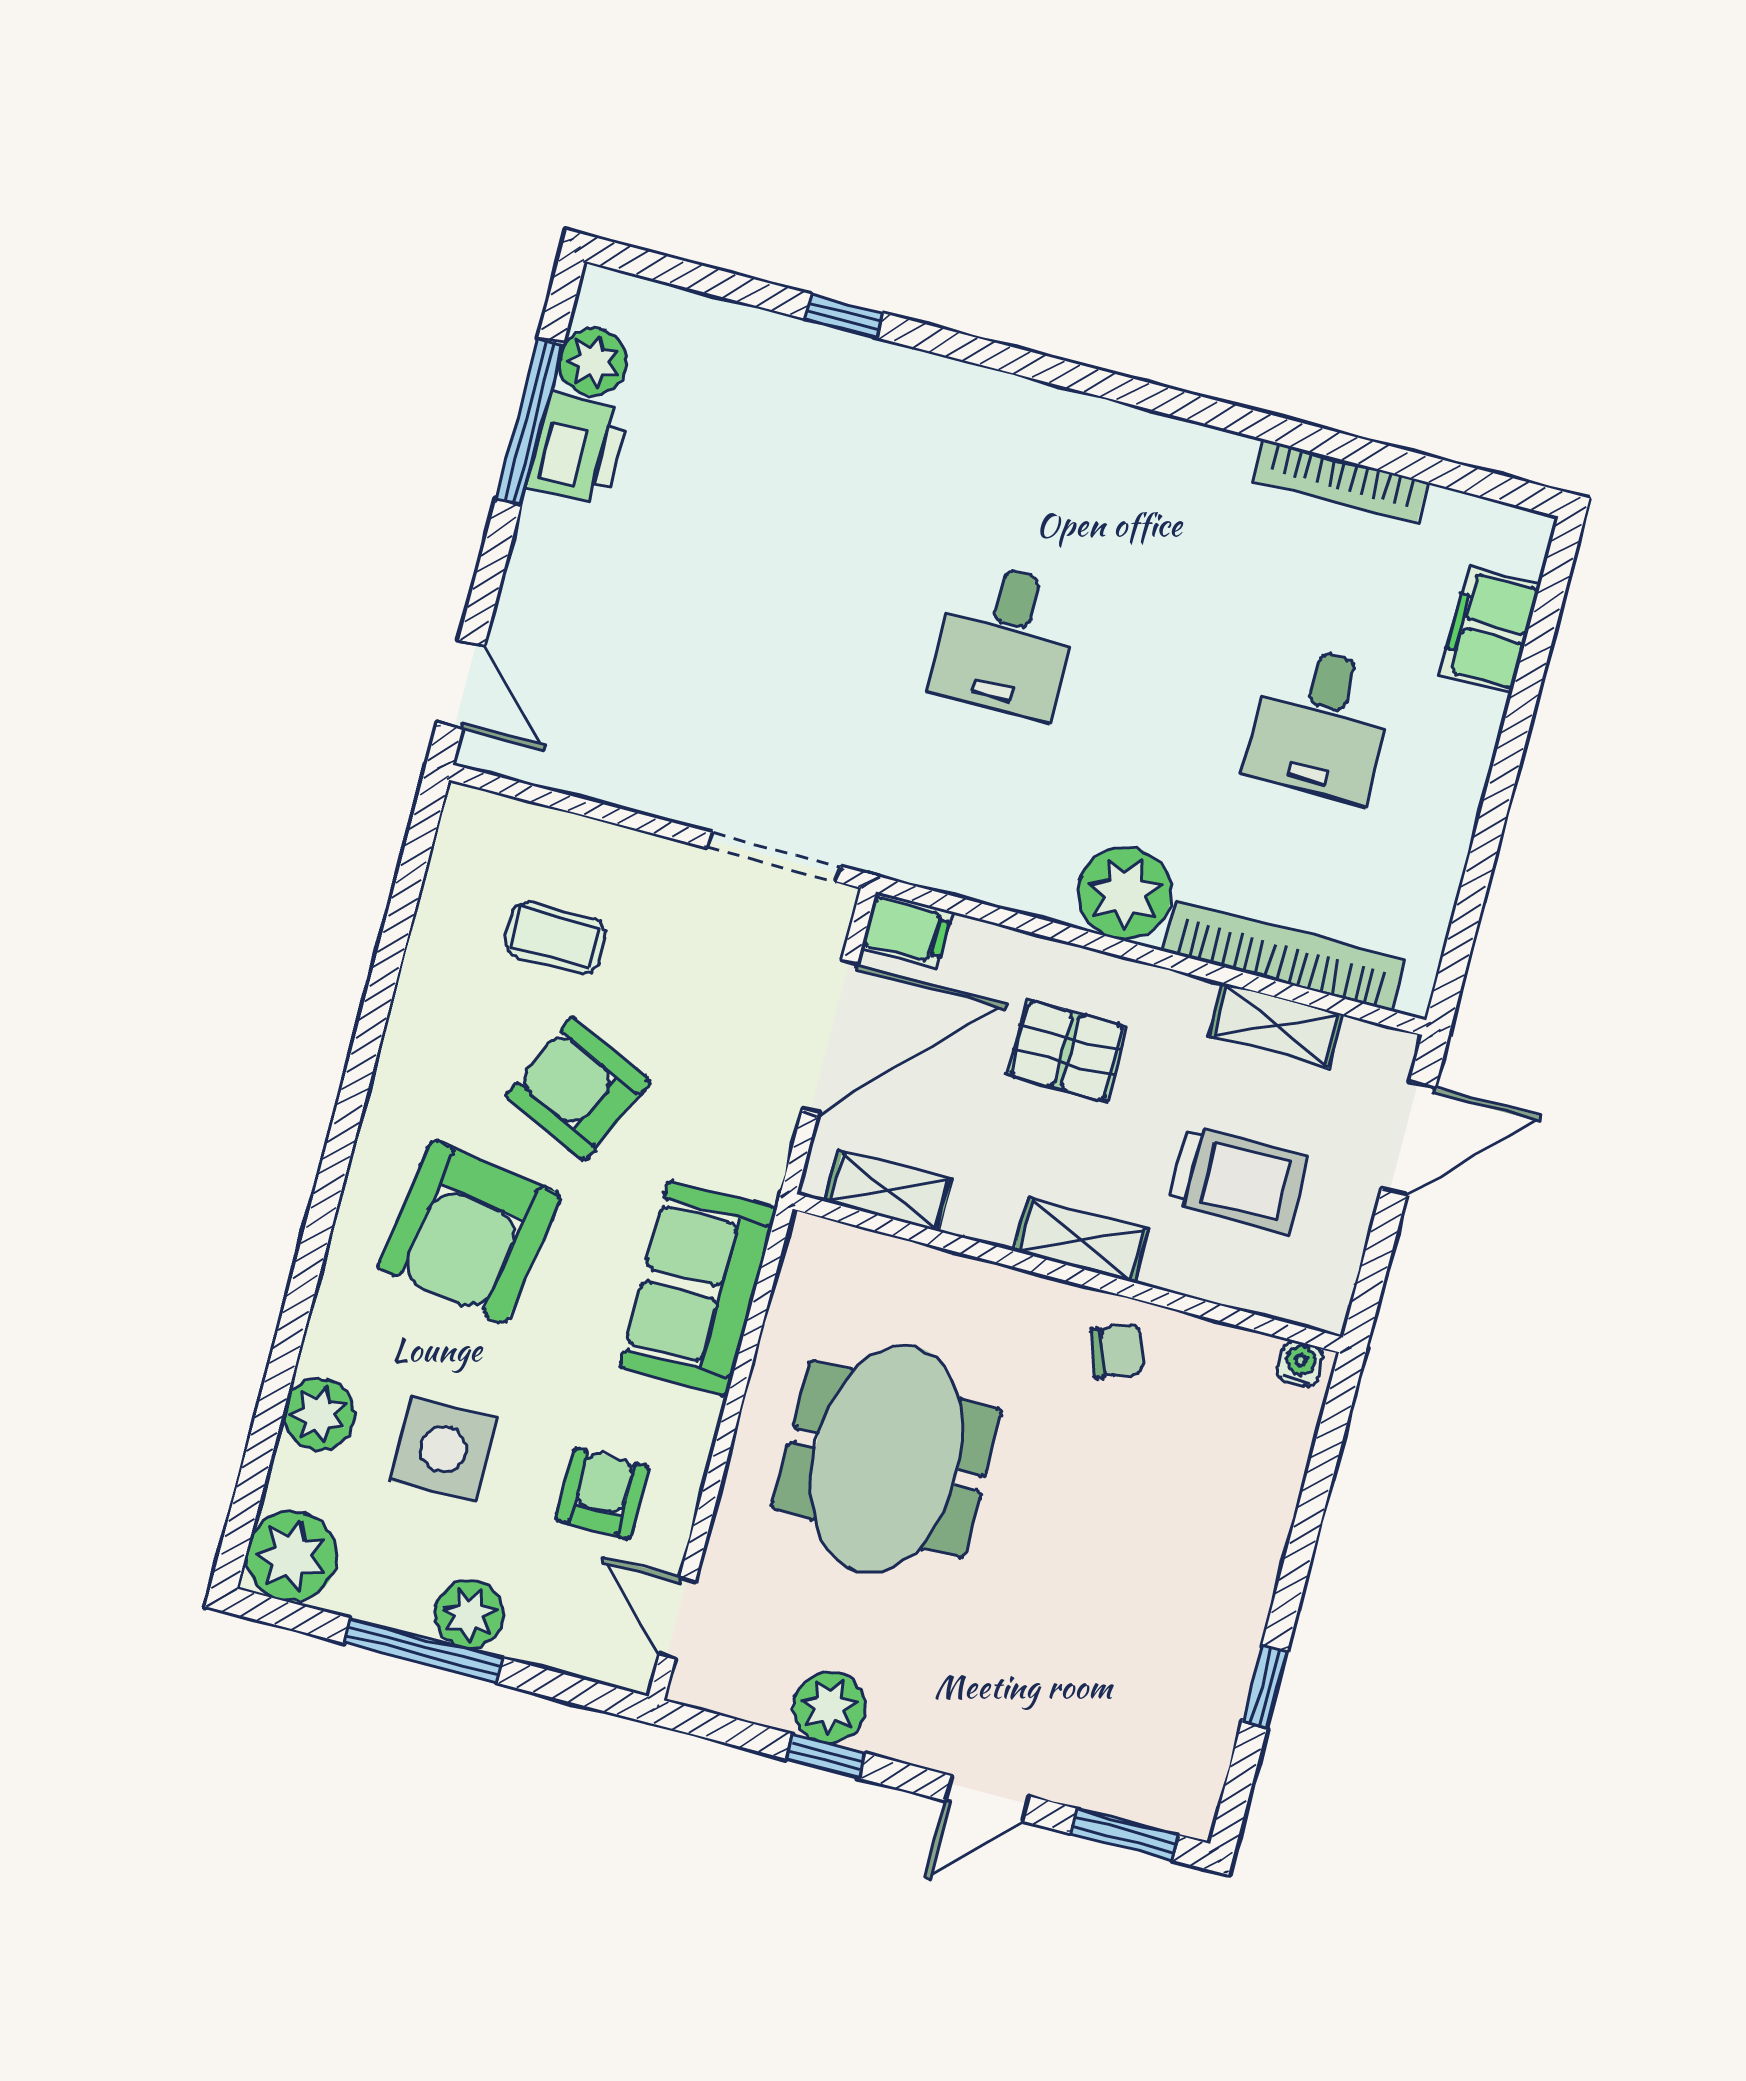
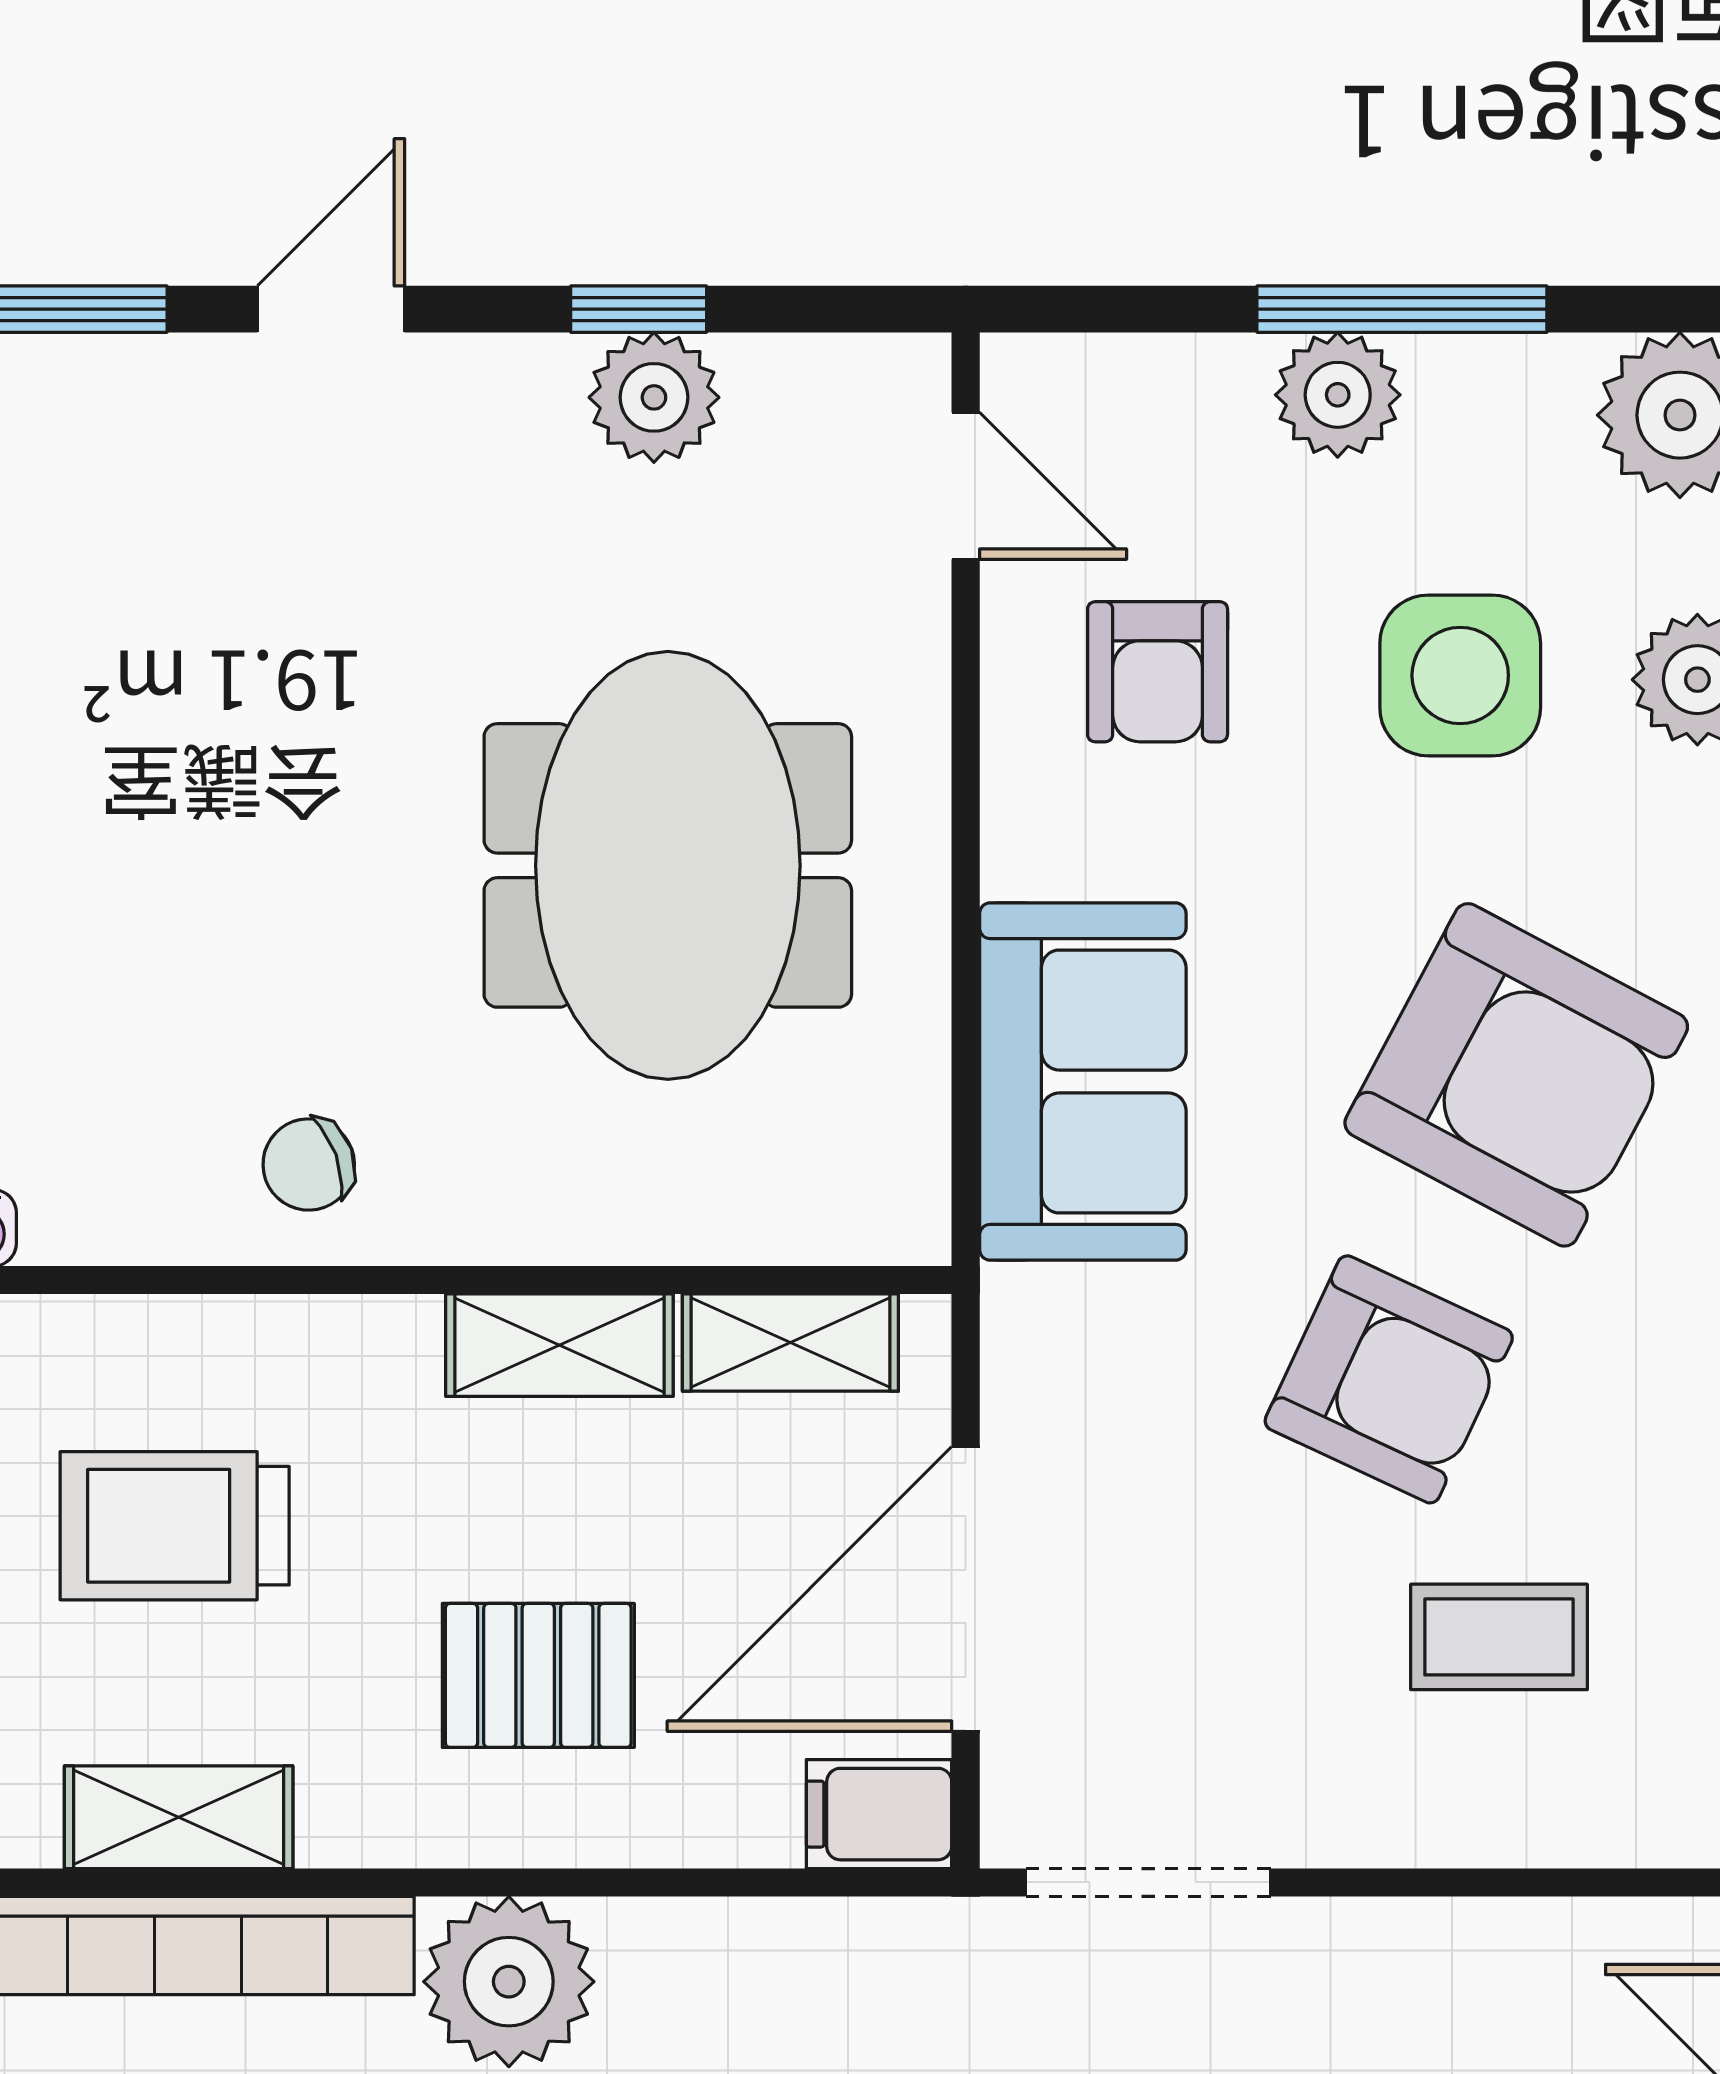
armchair: (469, 1231) -> (1516, 1075), turned 109
shelving: (1082, 1240) -> (559, 1345), moved

